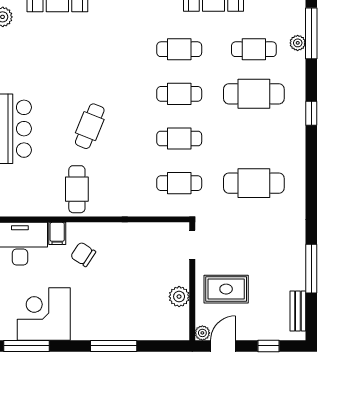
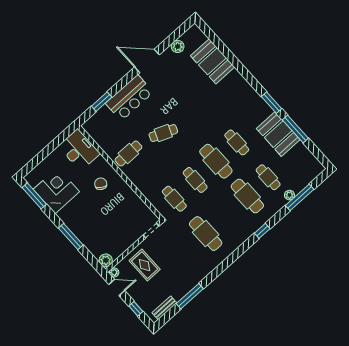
cafe table: (179, 94) -> (216, 161), width x1.37, depth x1.35
filing cabinet: (57, 233) -> (100, 163), removed
plant: (179, 297) -> (106, 260), moved

